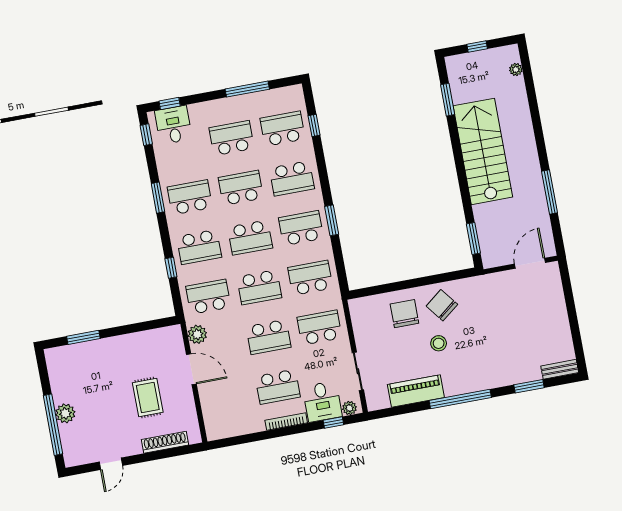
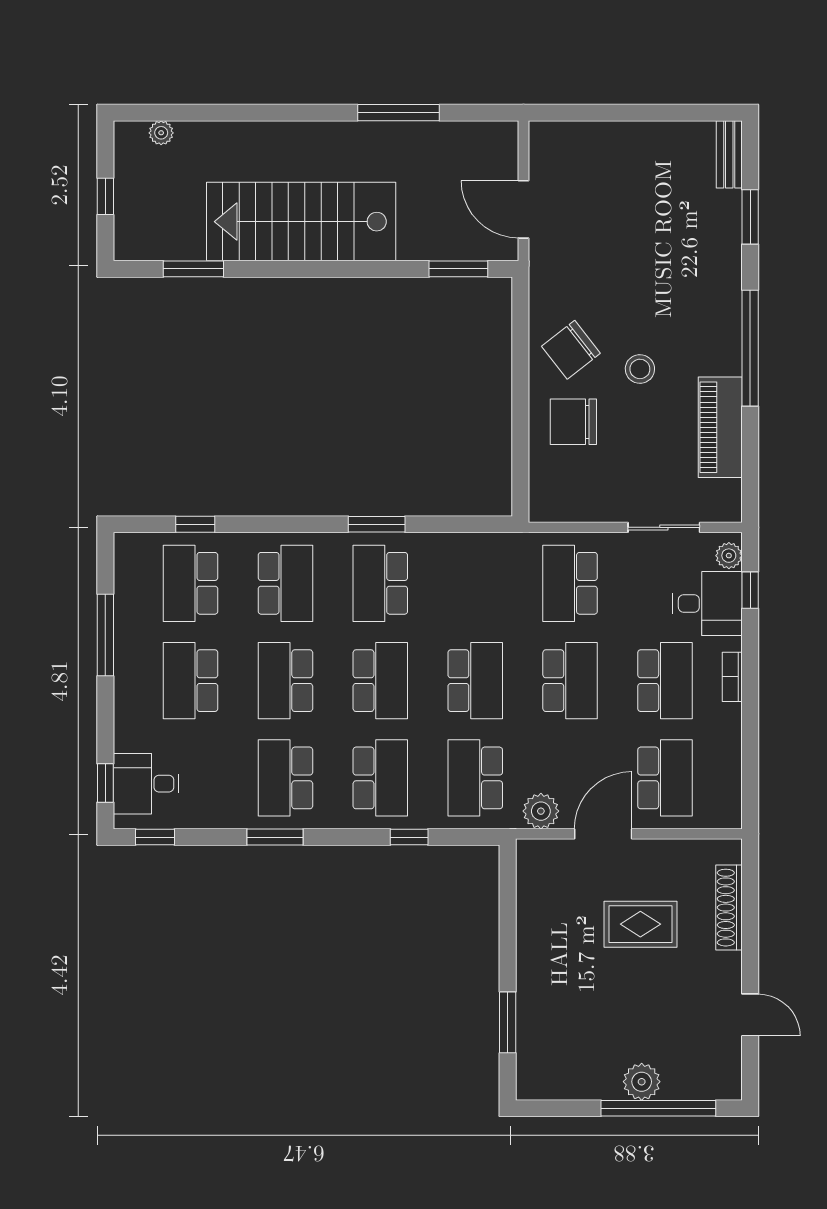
door: (530, 263) -> (524, 209), moved
school desk: (310, 278) -> (665, 778), moved, turned 180
bookcase: (286, 422) -> (732, 677), width x0.64

